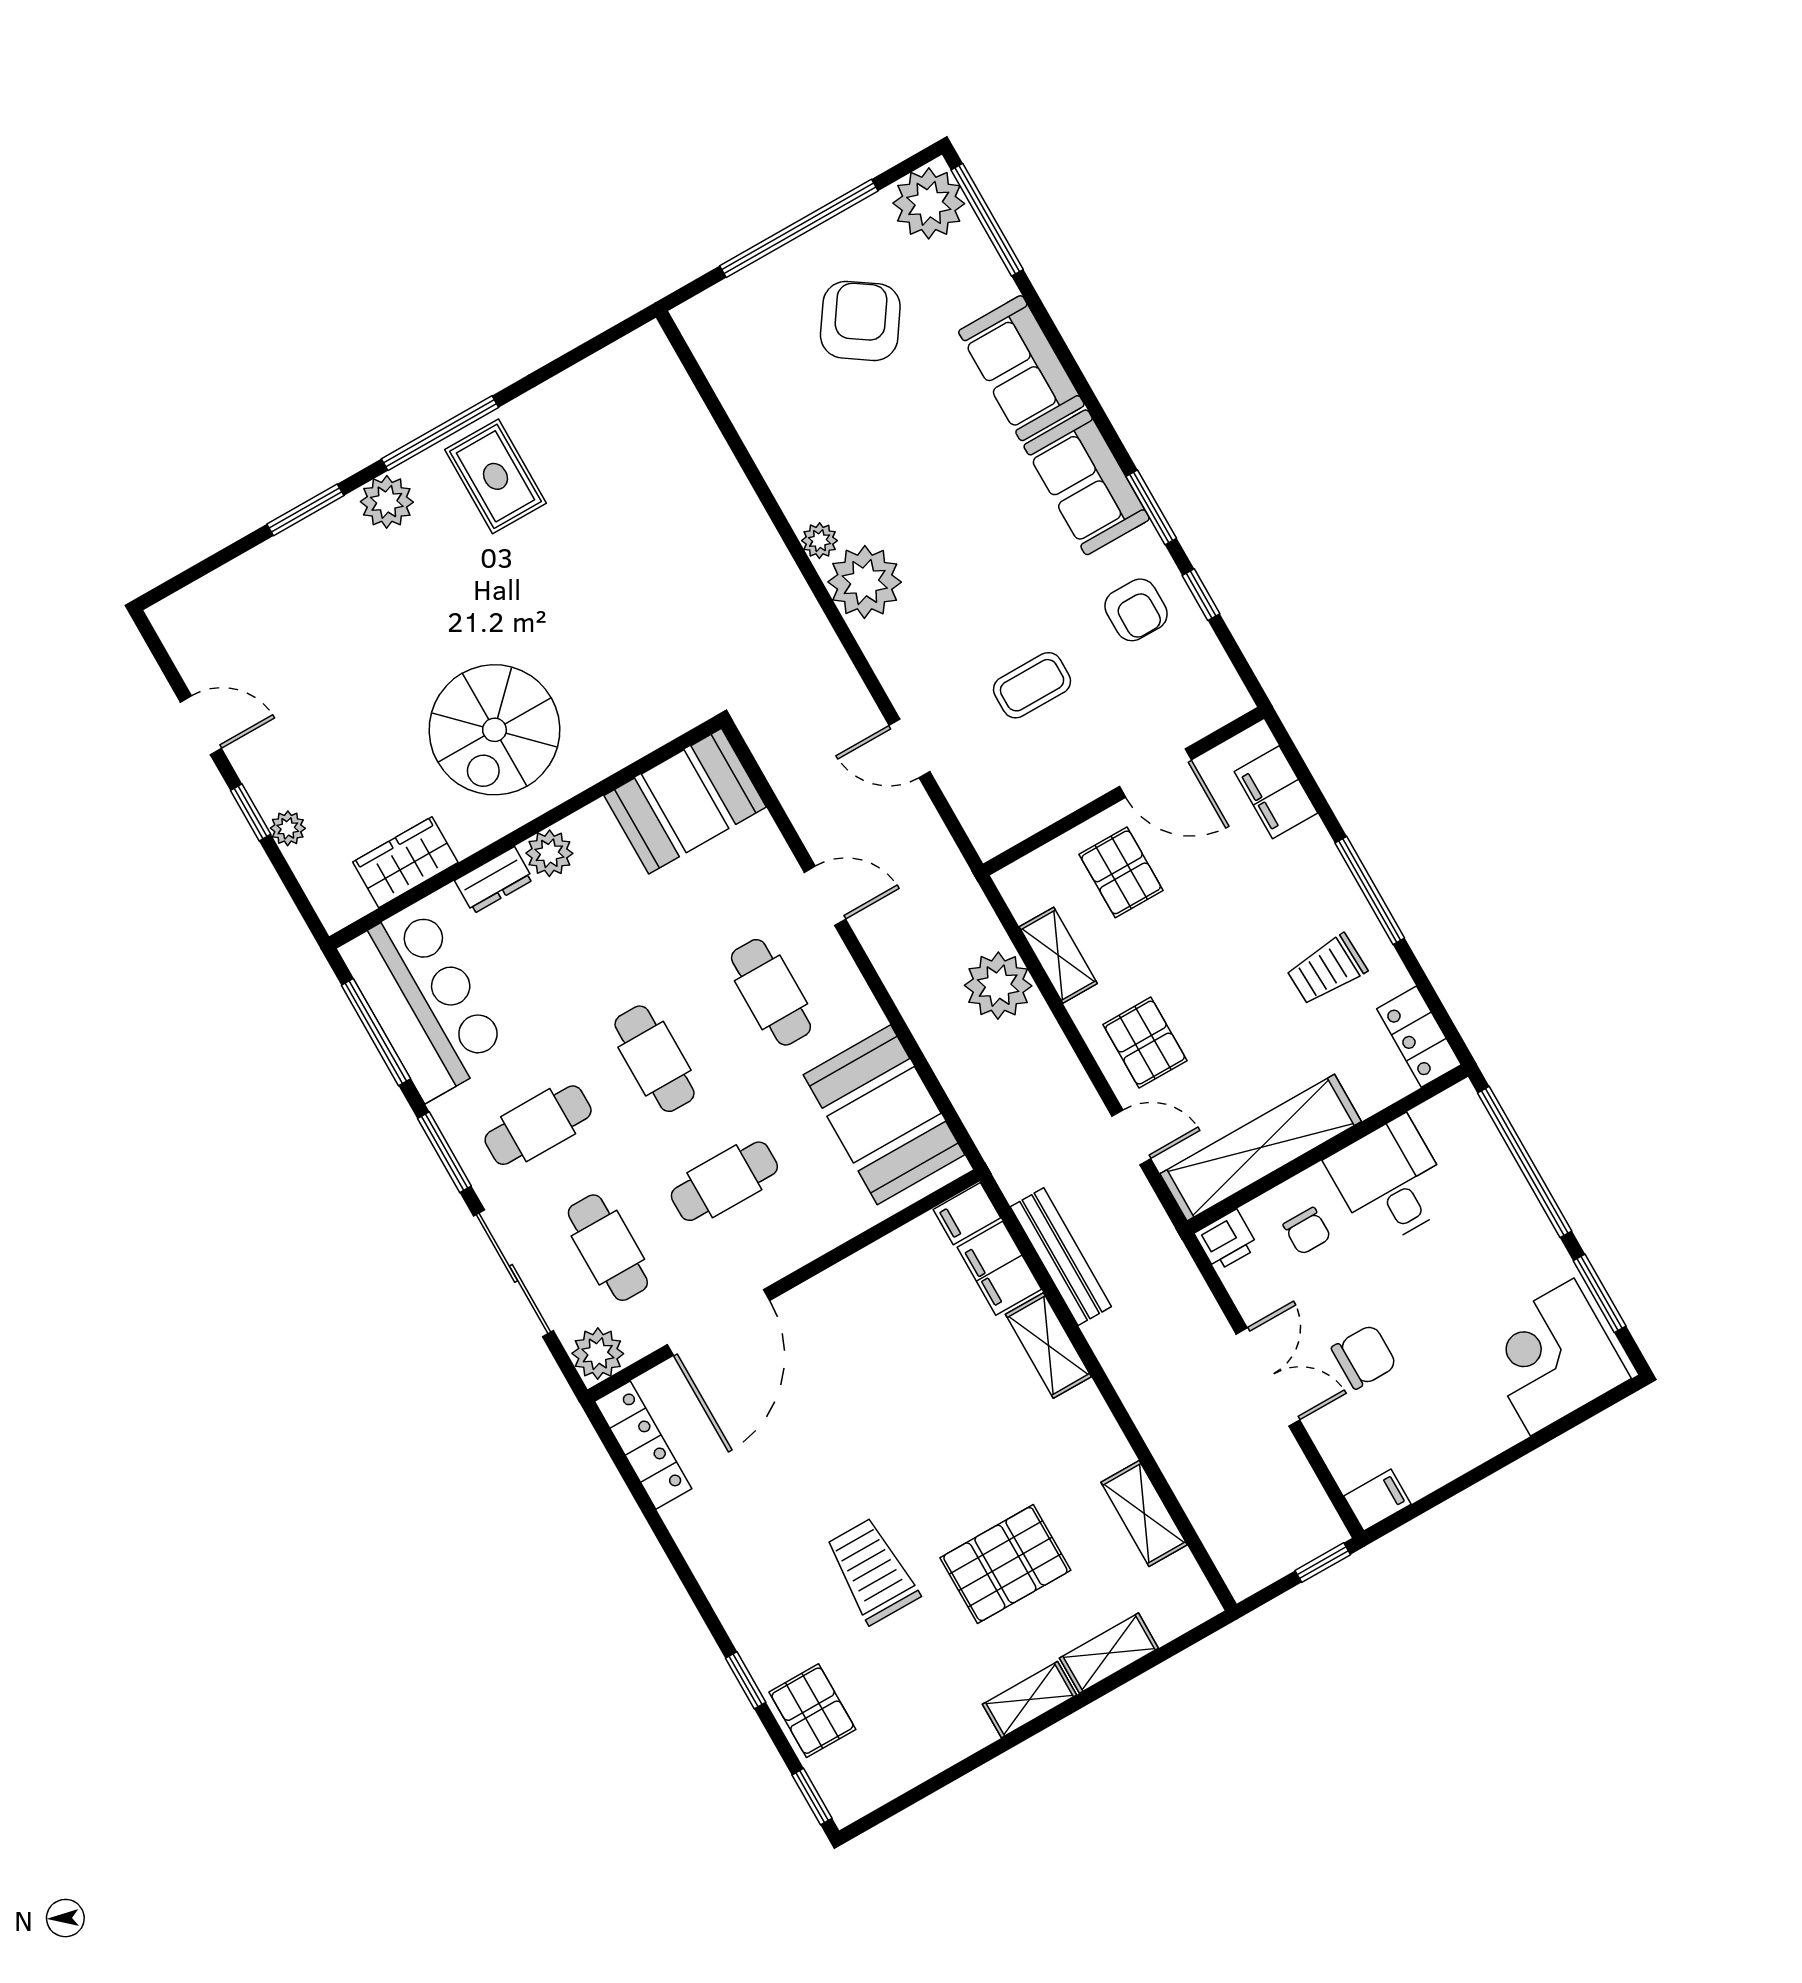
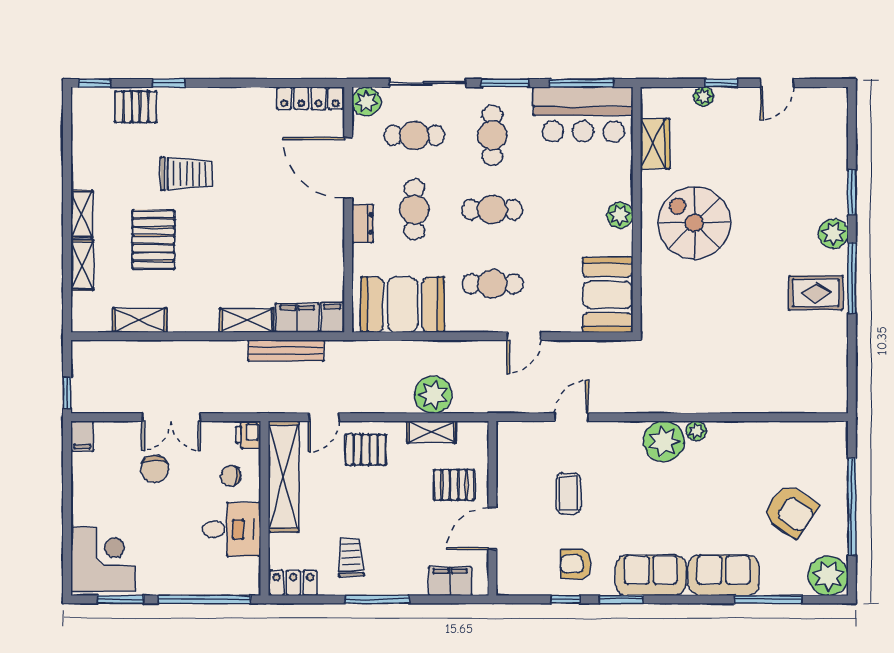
window: (987, 220) -> (768, 599), moved
dresser: (494, 880) -> (363, 224), moved, turned 180

